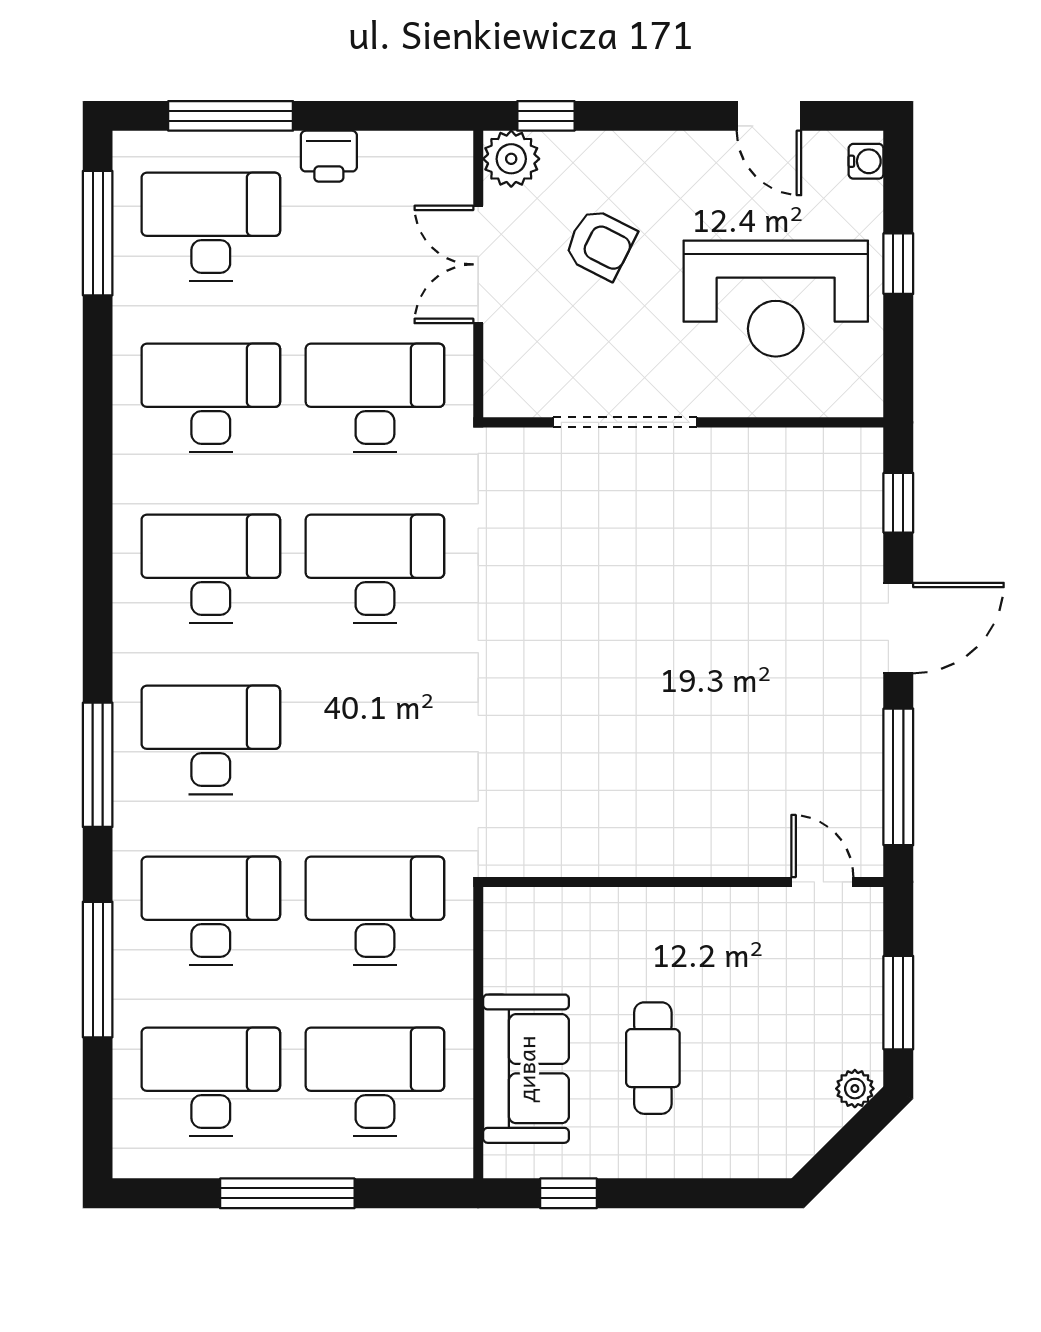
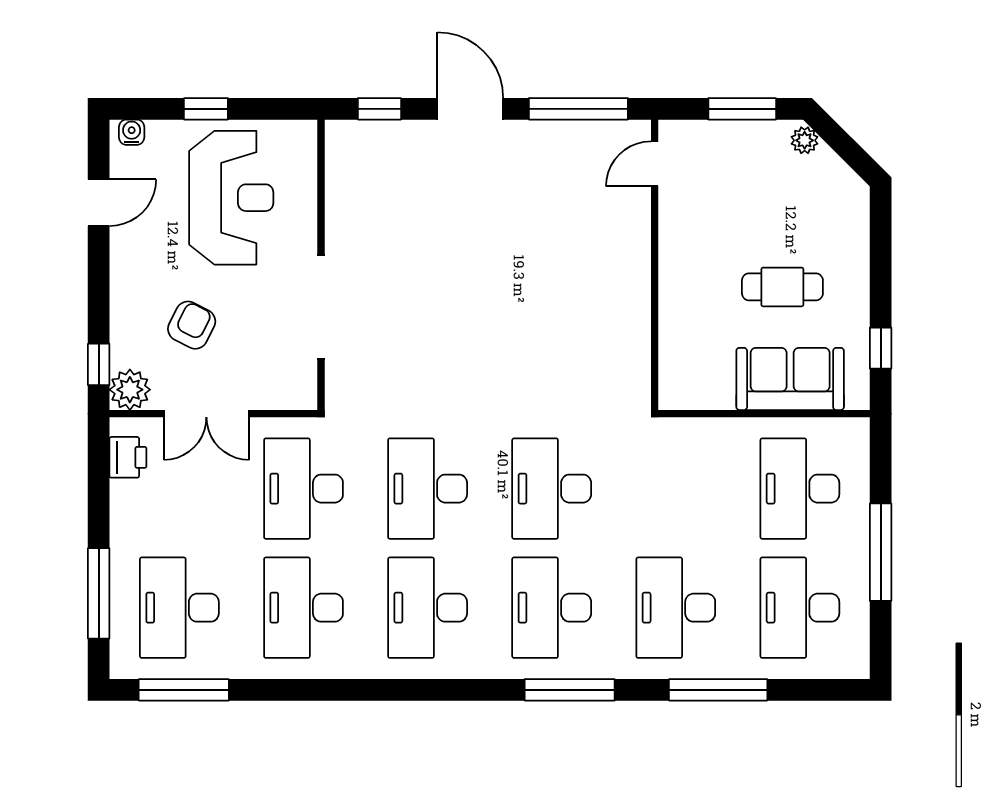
printer: (329, 156) -> (128, 457), moved
desk: (375, 911) -> (552, 489), moved

